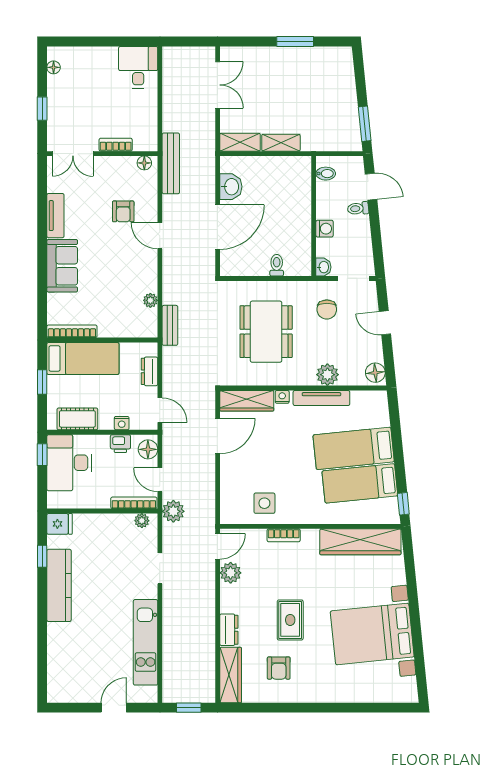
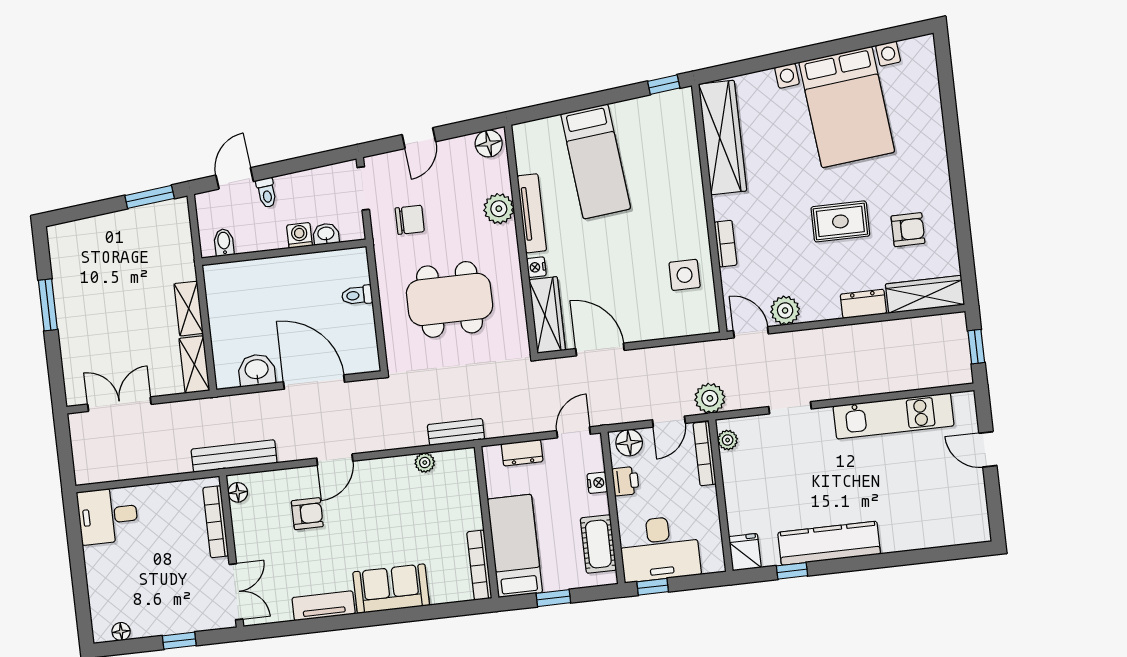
bookcase: (116, 145) -> (216, 522), width x1.56
washbasin: (323, 267) -> (326, 234), moved
bed: (360, 483) -> (643, 147), removed

